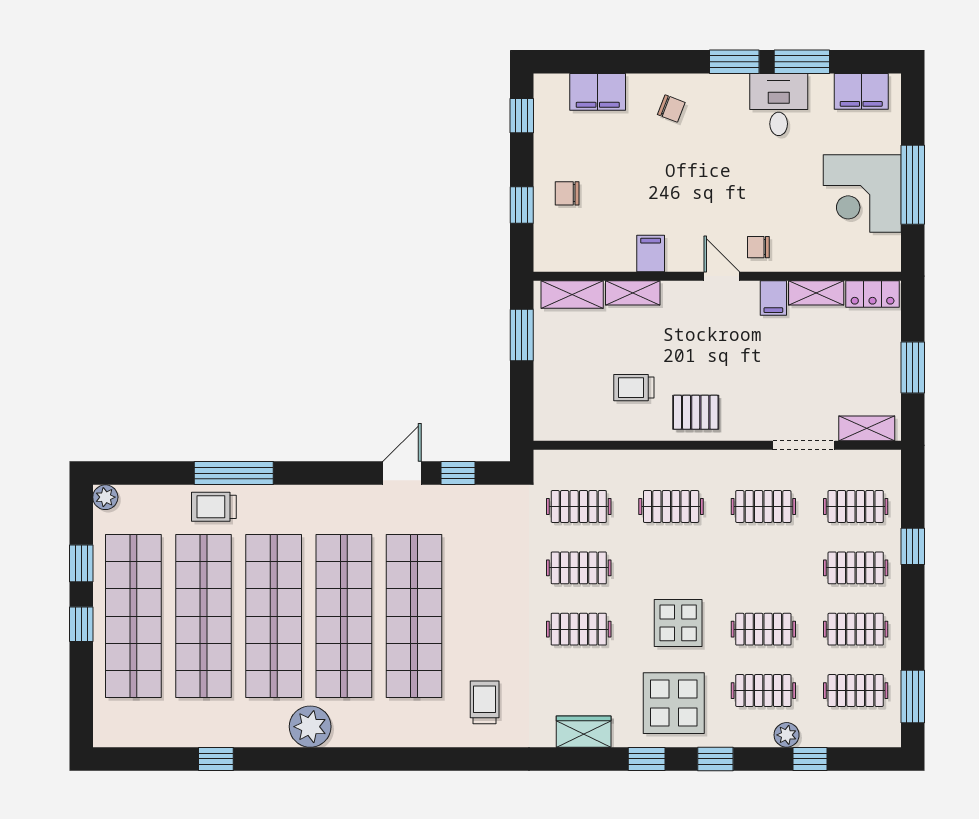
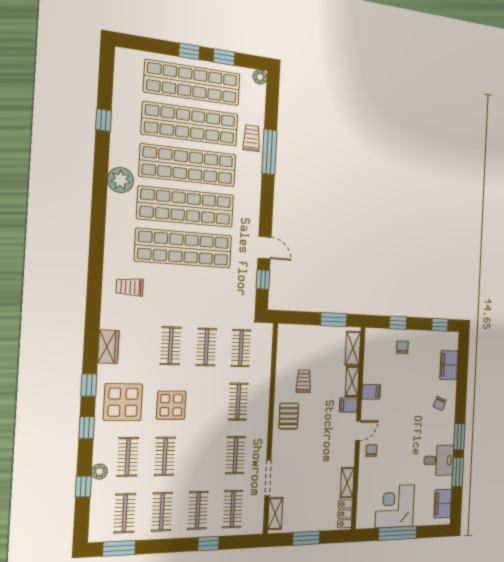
filing cabinet: (773, 298) -> (348, 405), moved
trolley: (485, 702) -> (130, 287), turned 180

